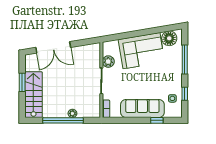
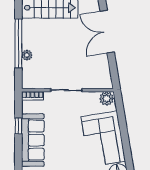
plant: (108, 62) -> (107, 99), moved
window: (157, 120) -> (18, 126), moved

